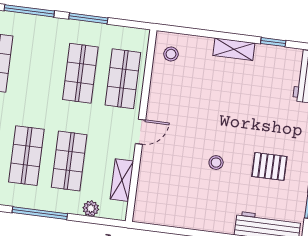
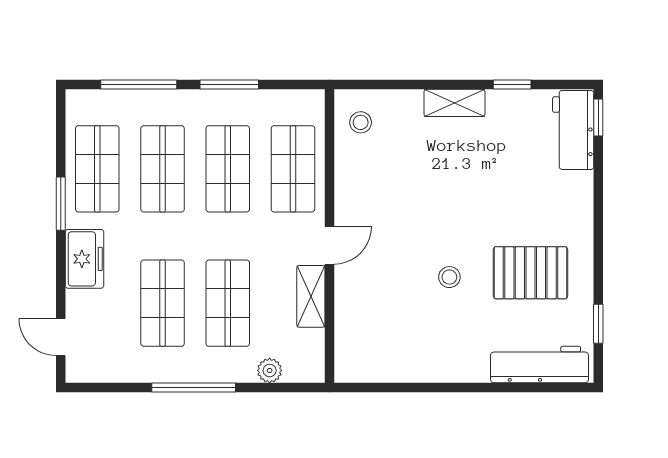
shop shelf: (38, 68) -> (163, 169), added
pallet: (269, 166) -> (530, 273), width x1.50, depth x1.42
shelving: (122, 180) -> (311, 296), moved

